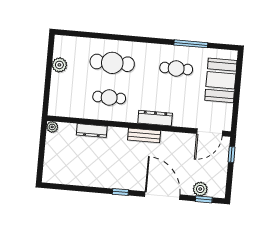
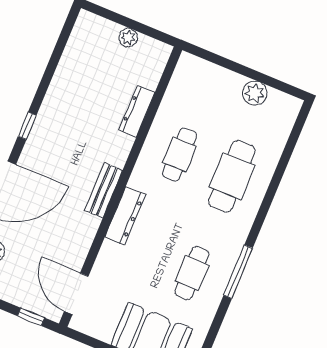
window: (191, 44) -> (238, 272), moved
plant: (52, 127) -> (128, 38), moved

